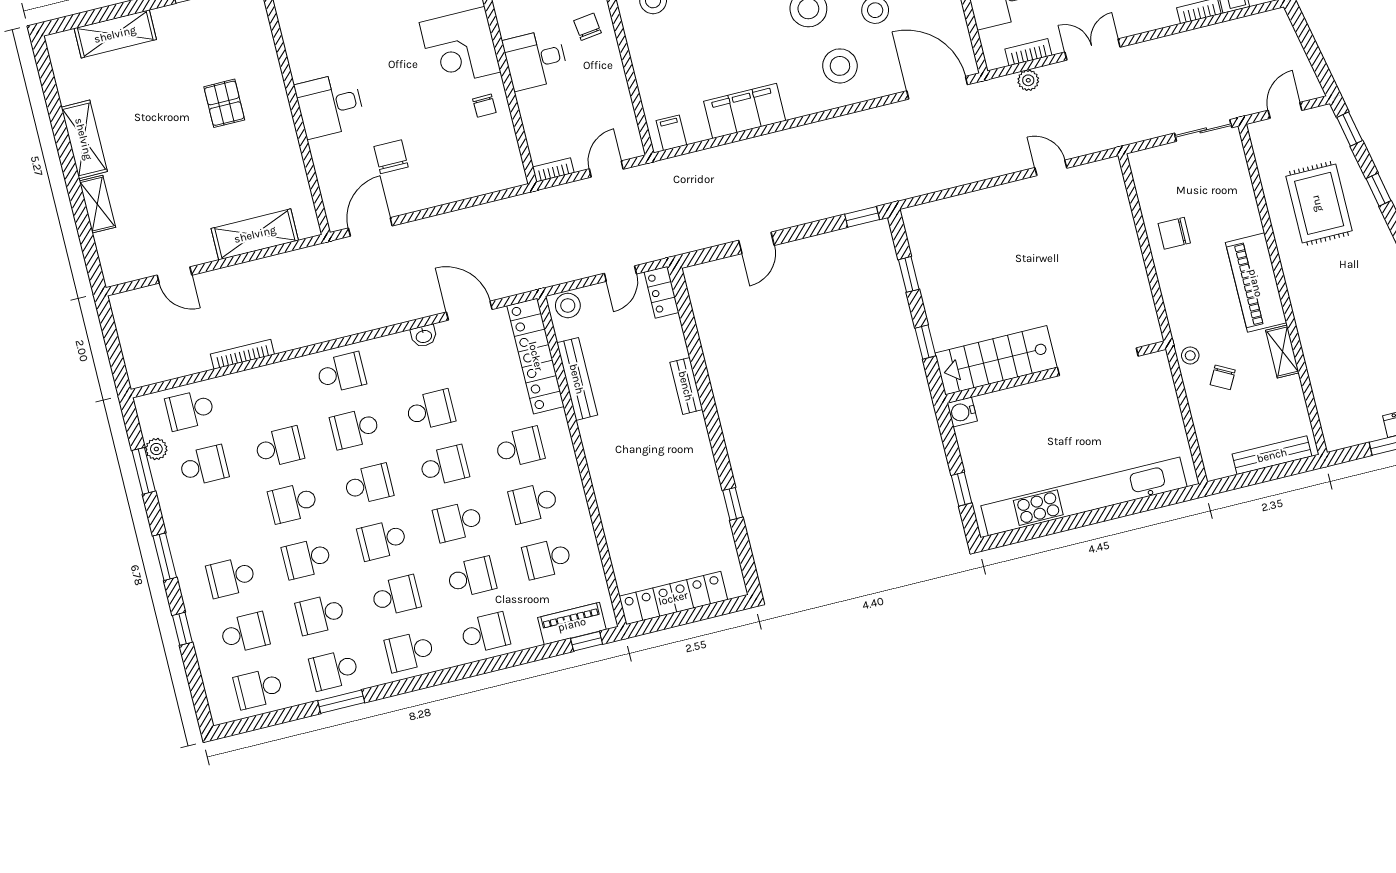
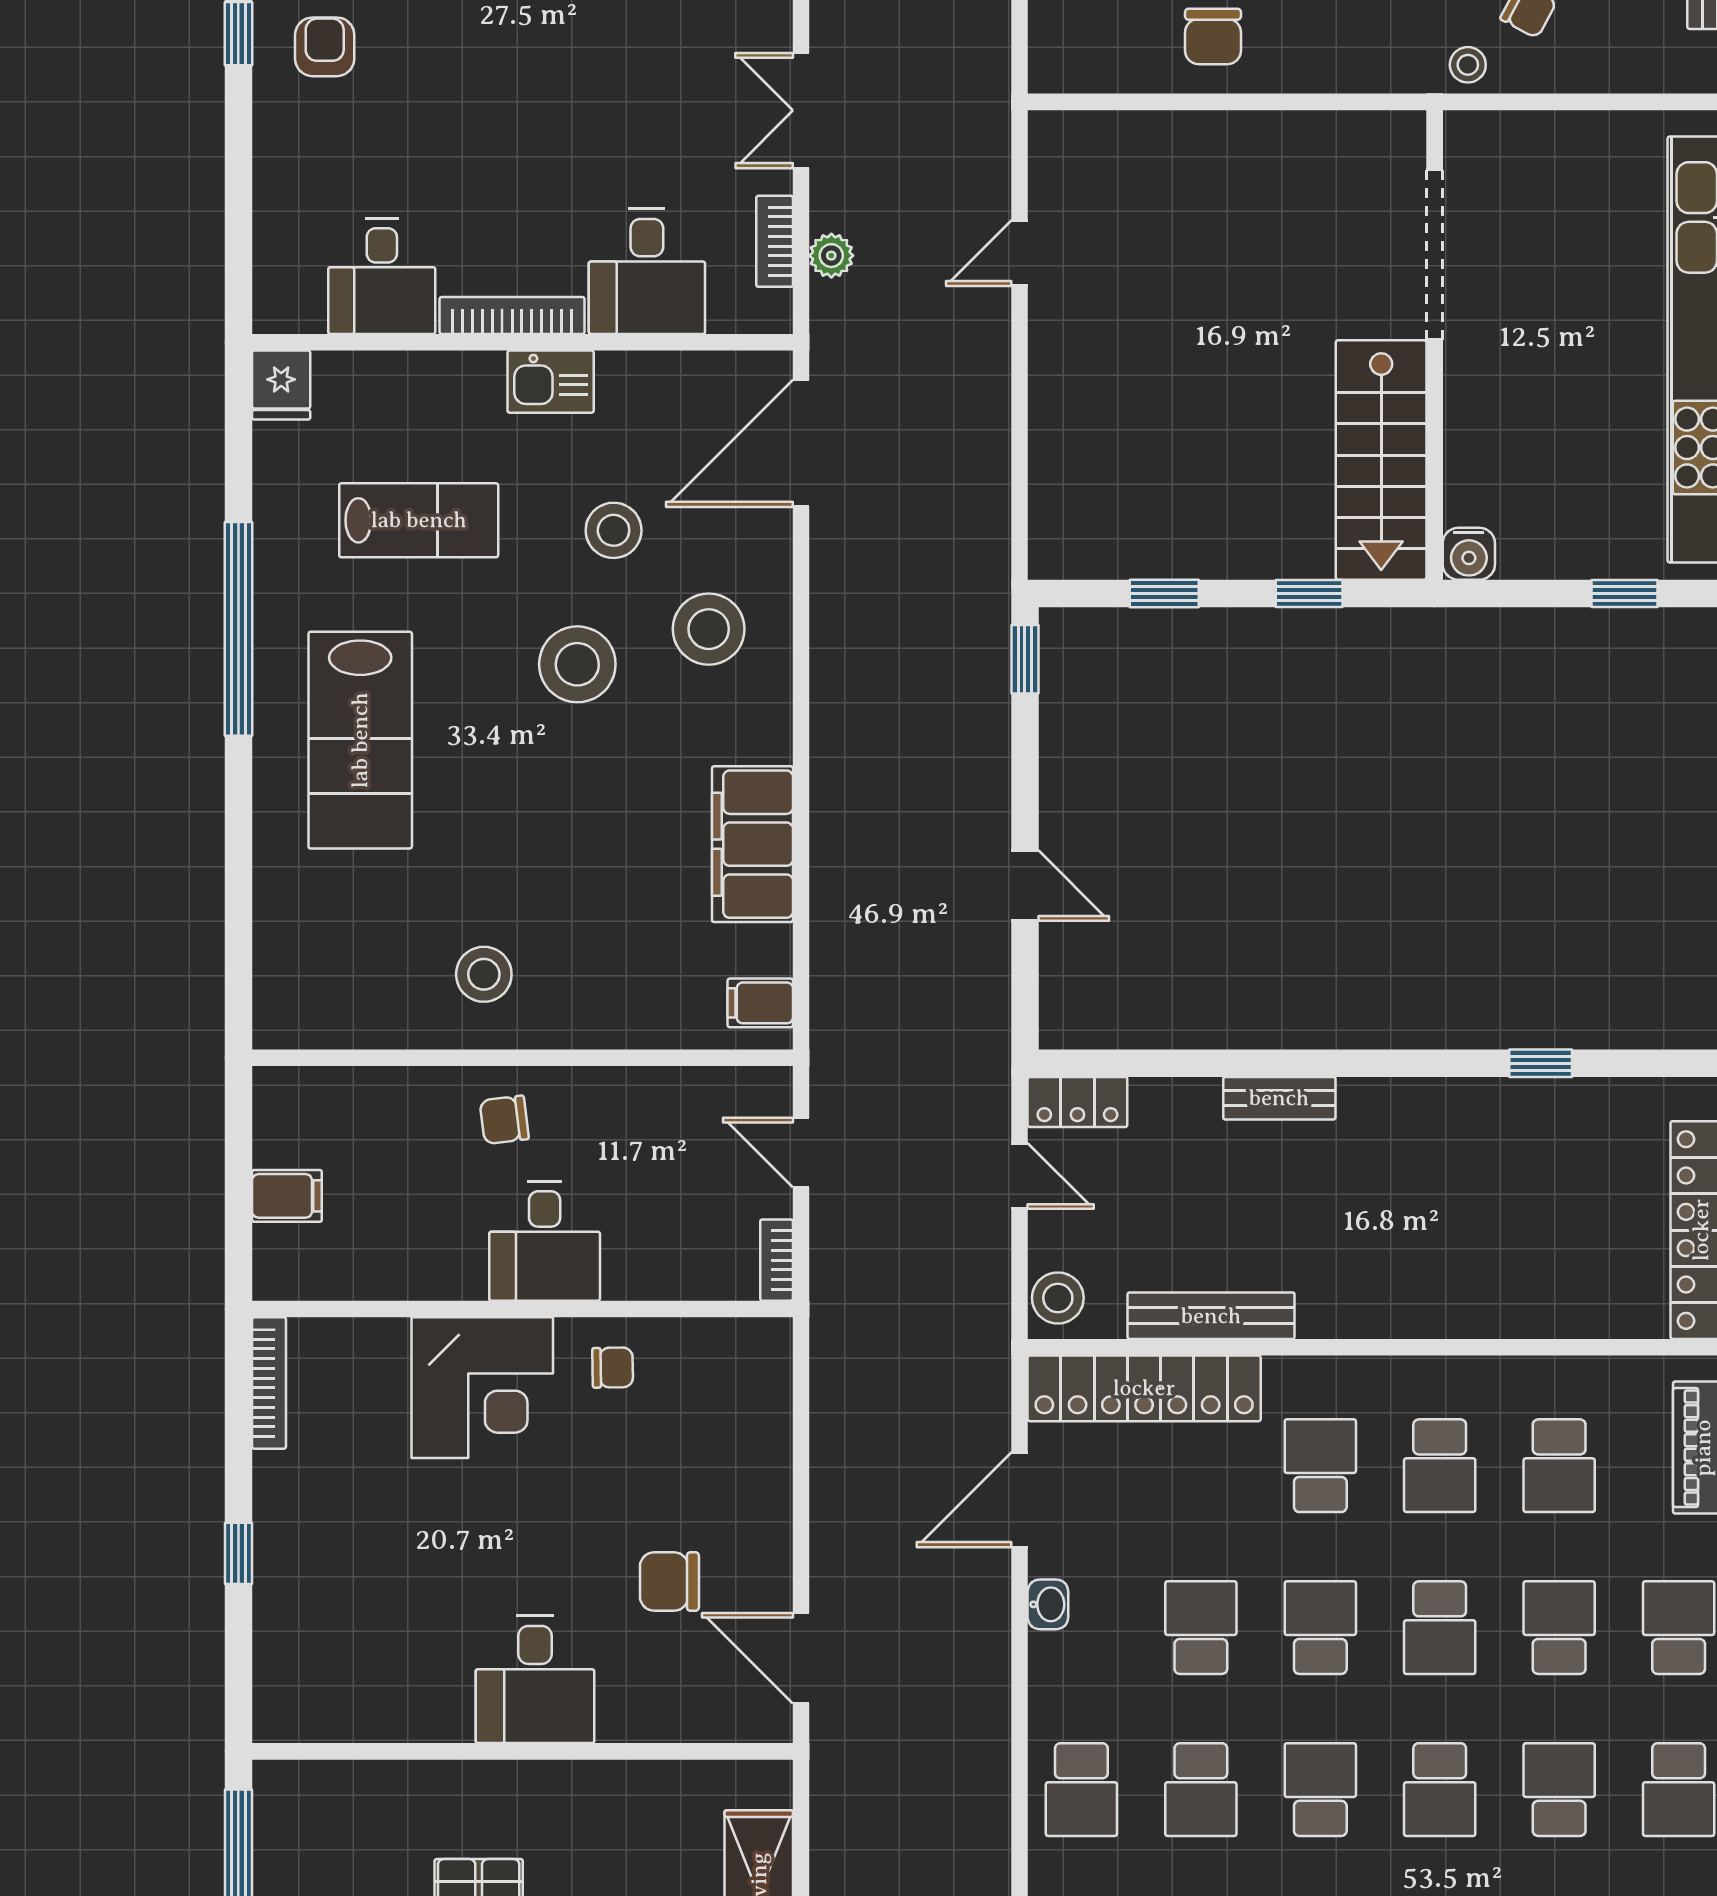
school desk: (341, 373) -> (1081, 1790), turned 180

